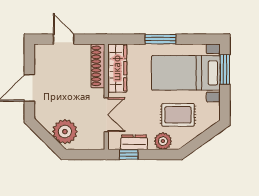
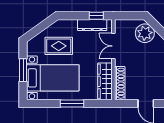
window: (225, 69) -> (23, 70), moved
plant: (163, 141) -> (70, 26), removed
dresser: (134, 142) -> (92, 25), width x1.44

